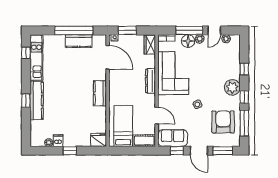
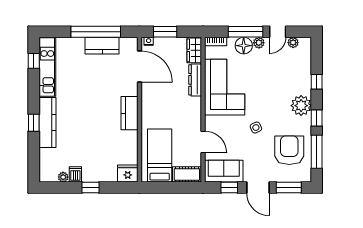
dresser: (150, 81) -> (195, 80), moved

